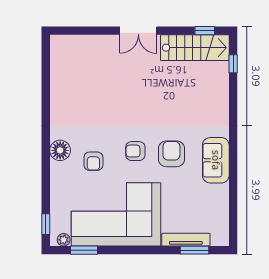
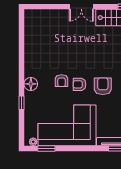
armchair: (93, 161) -> (62, 81), moved
window: (46, 224) -> (22, 103), moved

